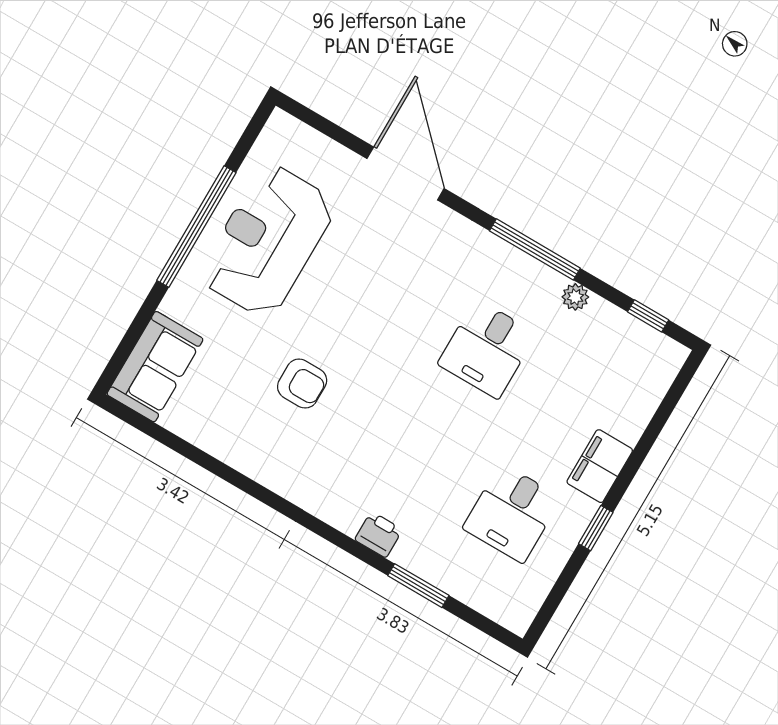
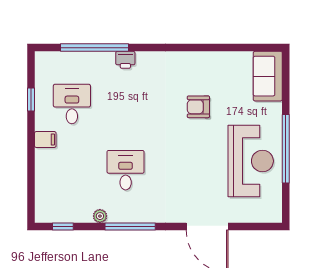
filing cabinet: (600, 466) -> (45, 139), width x0.50
window: (596, 528) -> (31, 99), moved
window: (418, 586) -> (94, 48), width x2.11

